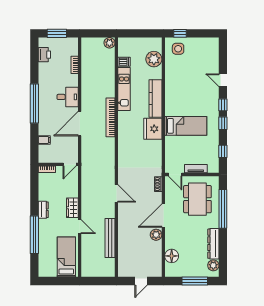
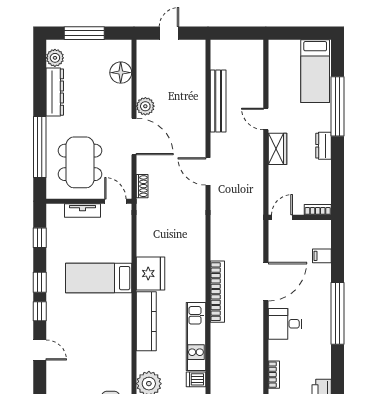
door: (163, 216) -> (134, 136), hinge flipped
bed: (66, 257) -> (315, 71), moved

